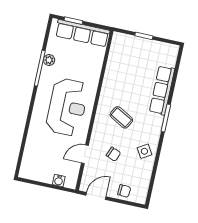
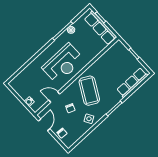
row of seats: (162, 90) -> (132, 83), moved
coffee table: (121, 117) -> (89, 91), width x1.86, depth x1.72
door: (96, 196) -> (44, 125), hinge flipped

